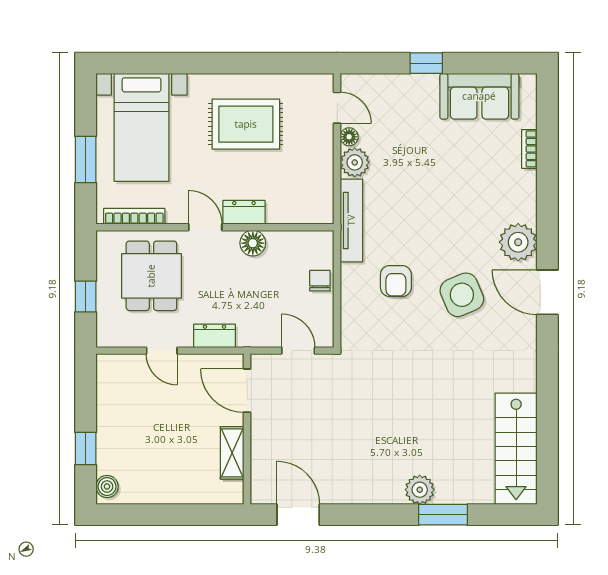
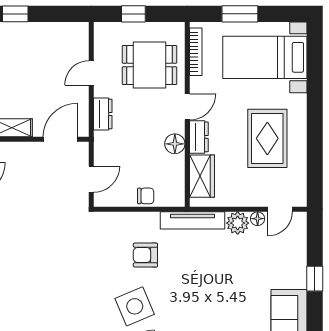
wardrobe: (294, 208) -> (202, 176), added

